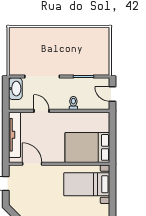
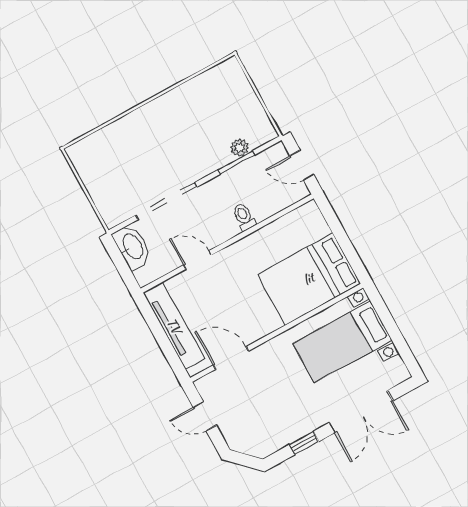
plant: (89, 71) -> (240, 148), added

